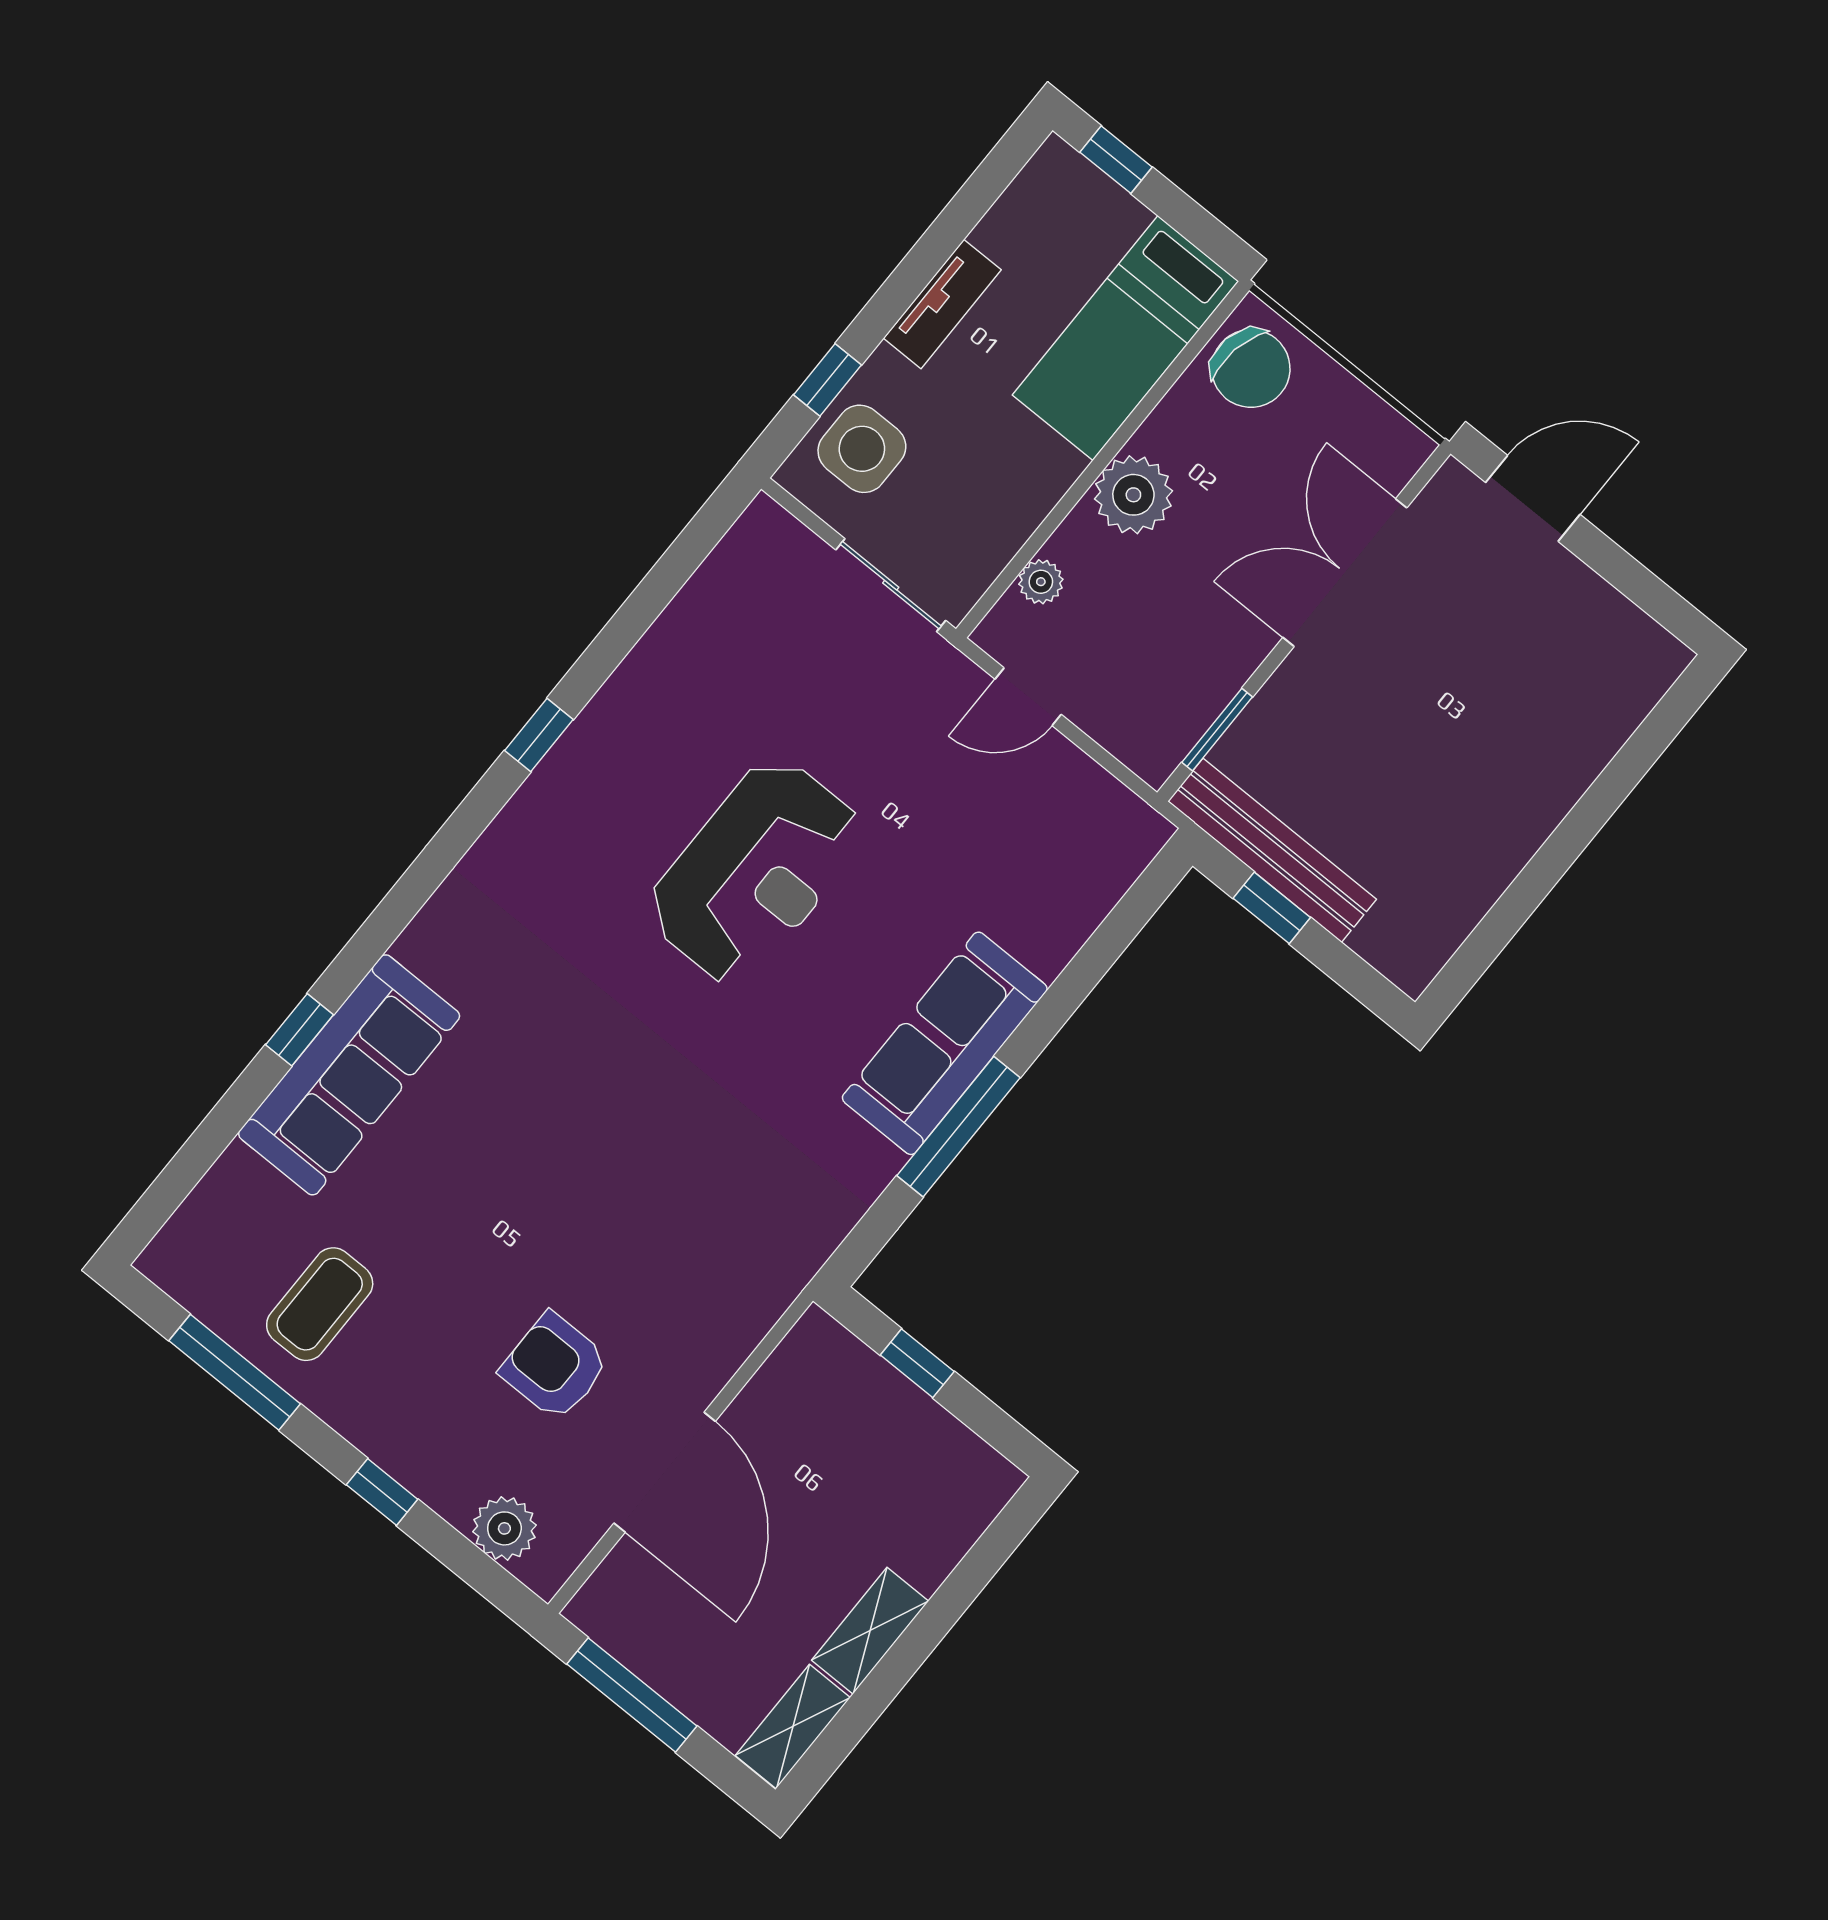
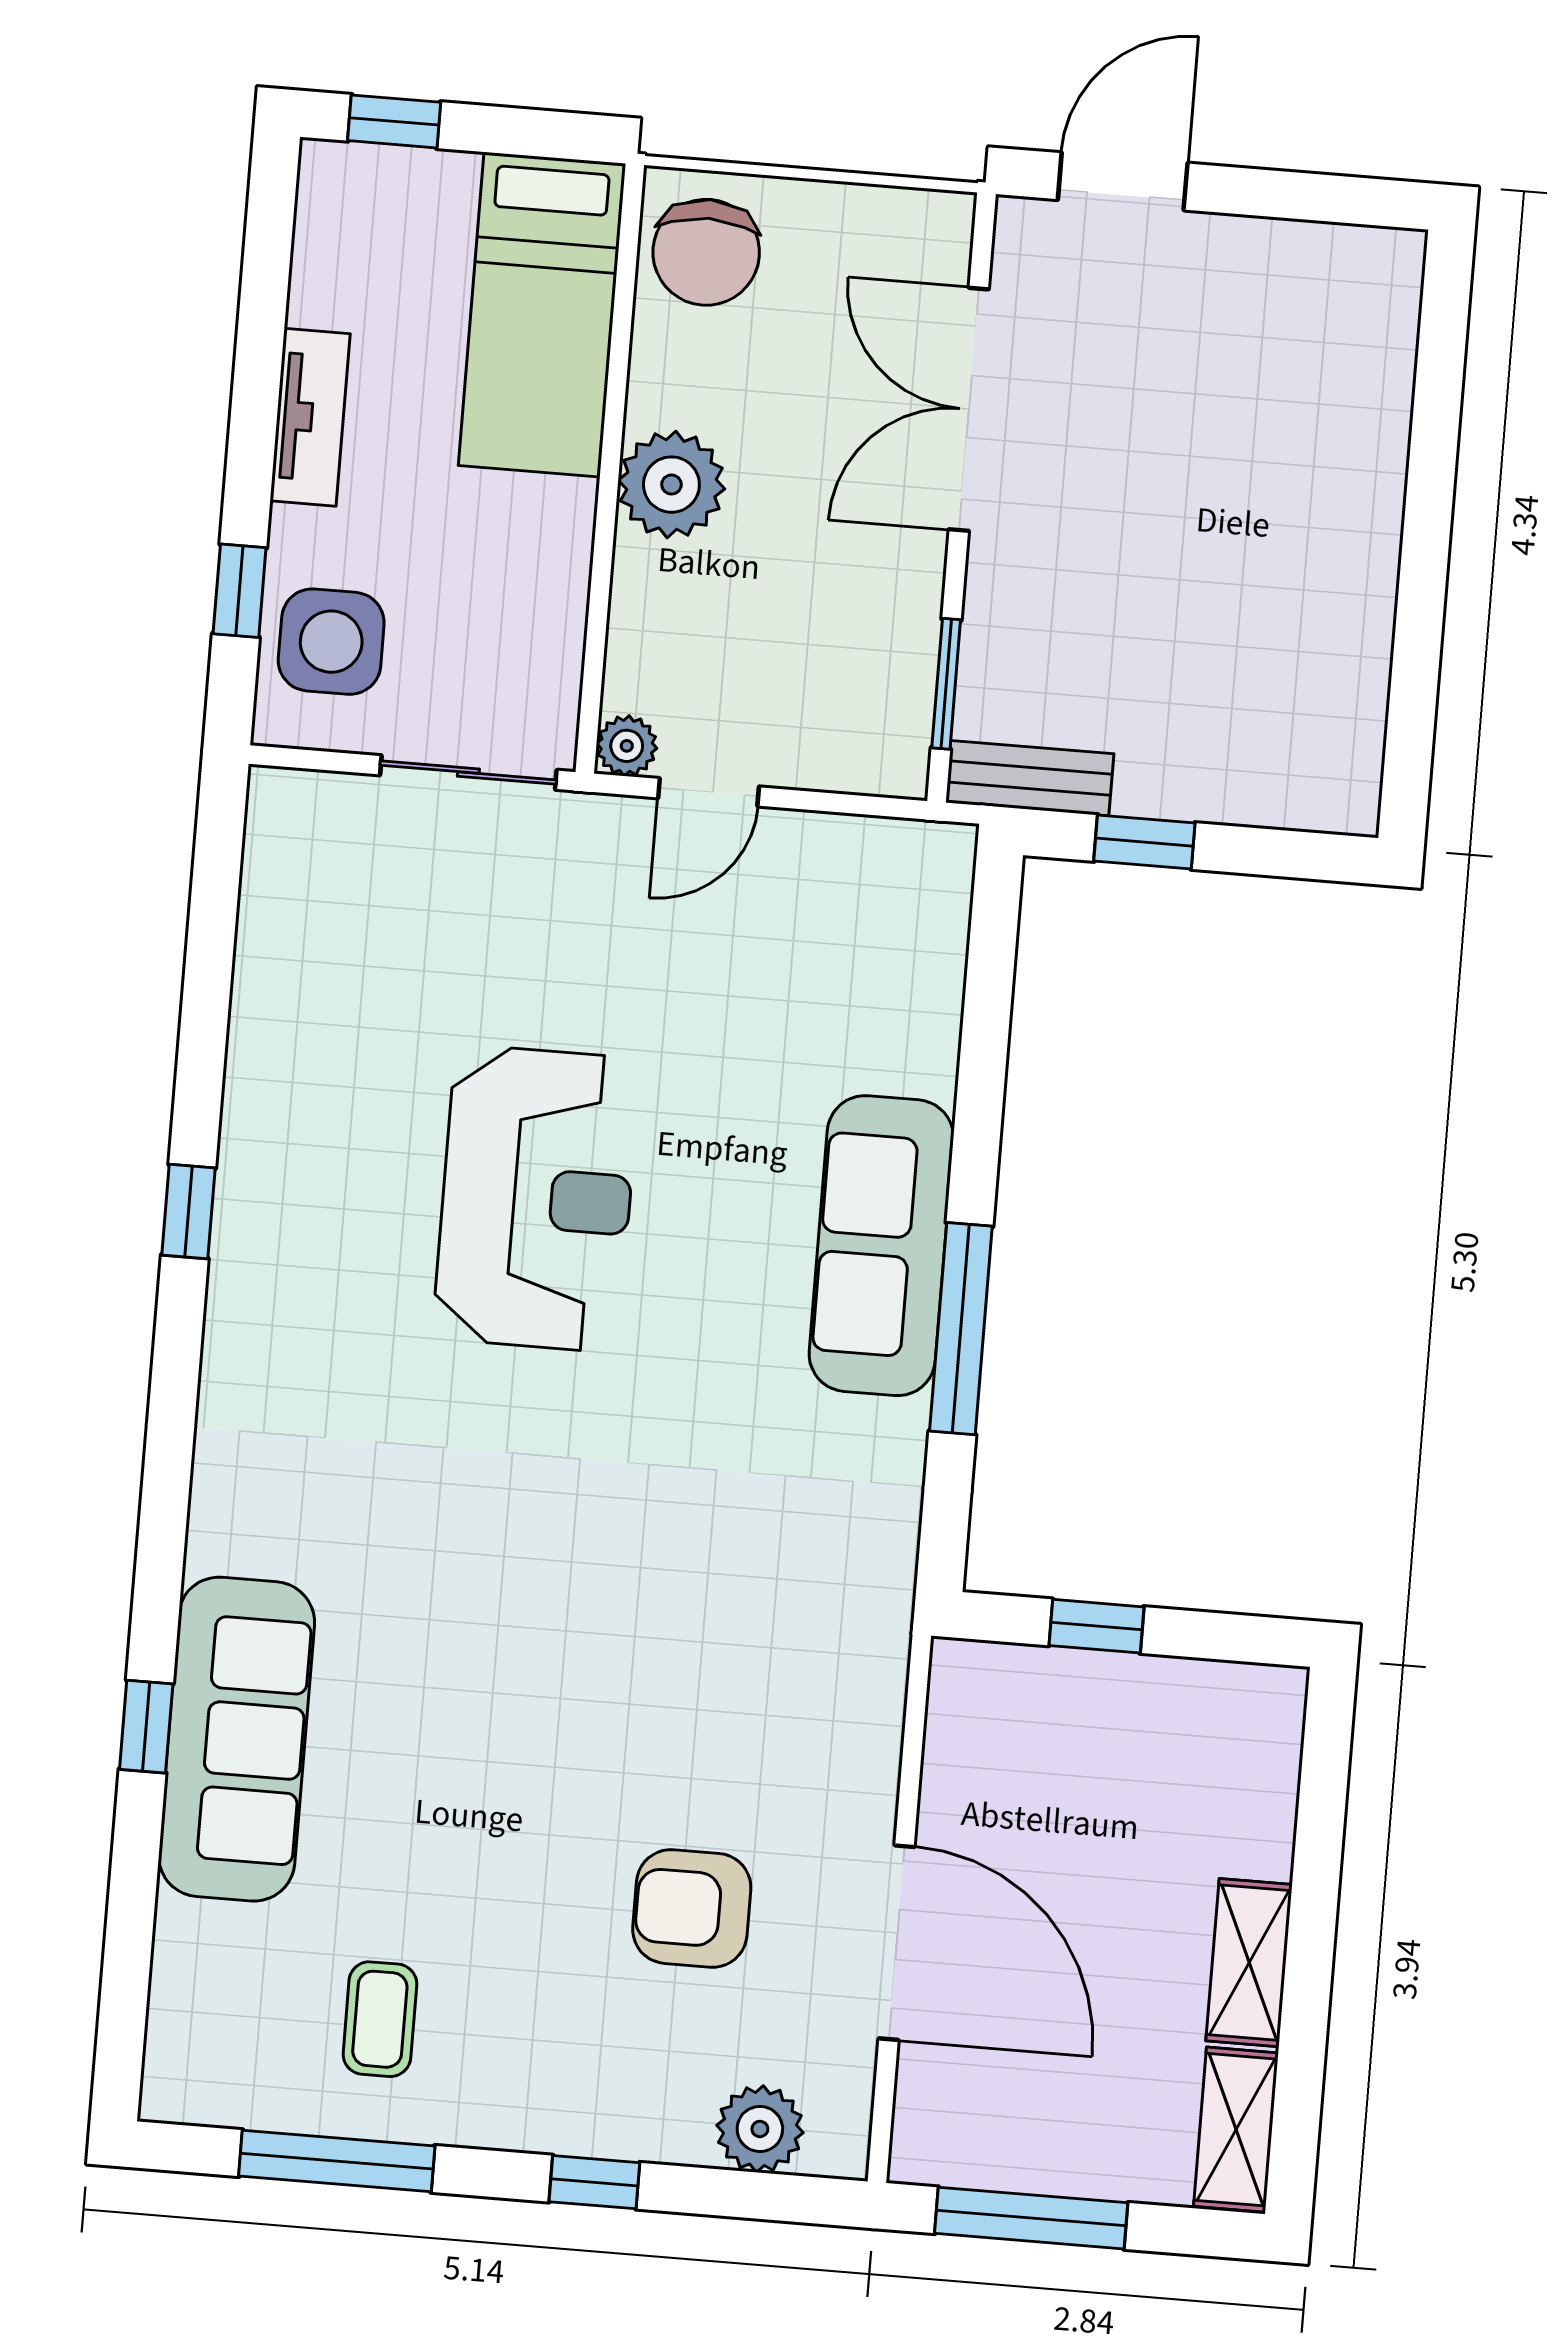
chair: (1251, 368) -> (706, 252), turned 80
plant: (1041, 582) -> (627, 746), moved
bench: (1272, 850) -> (1030, 778), width x0.54, depth x0.82
coffee table: (320, 1304) -> (380, 2019), width x0.73, depth x0.77

